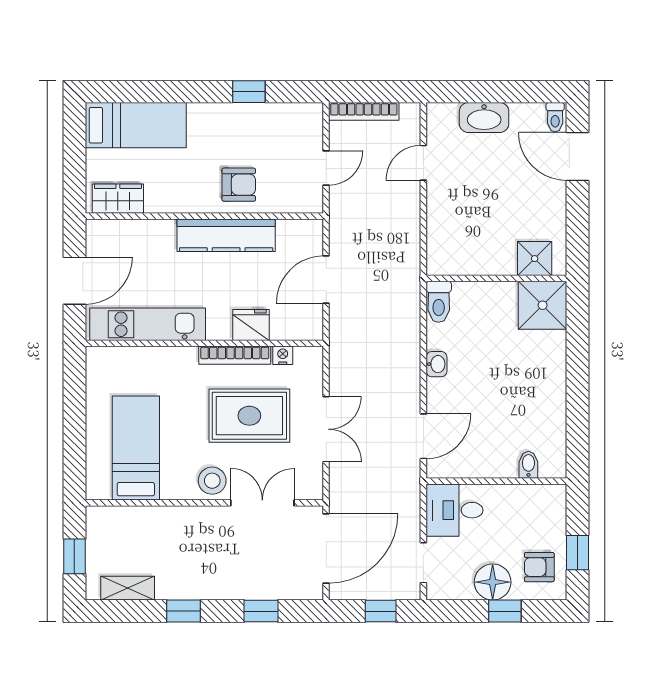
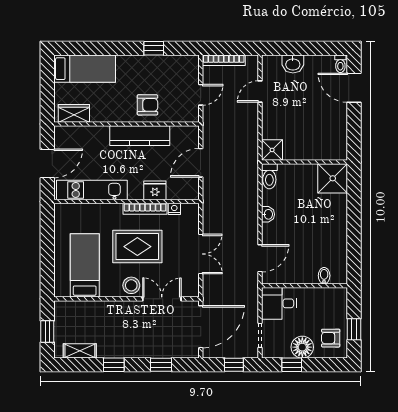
washbasin: (484, 118) -> (293, 64), width x0.72
shower: (535, 259) -> (272, 150), moved
rug: (249, 416) -> (137, 247), moved
window: (505, 611) -> (292, 365), moved

